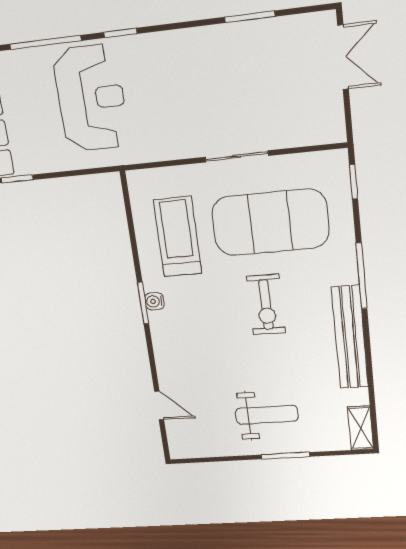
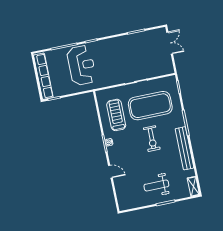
door: (159, 406) -> (110, 172), moved
weight bench: (267, 415) -> (156, 185), turned 180

